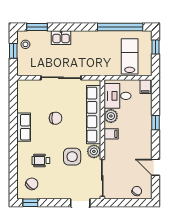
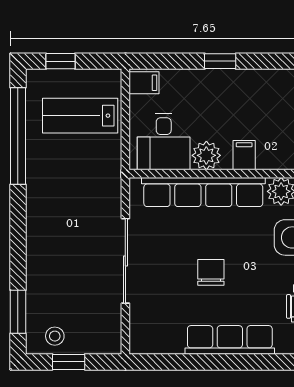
kitchen sink: (61, 38) -> (40, 261), removed
row of seats: (24, 127) -> (230, 340), width x1.48

